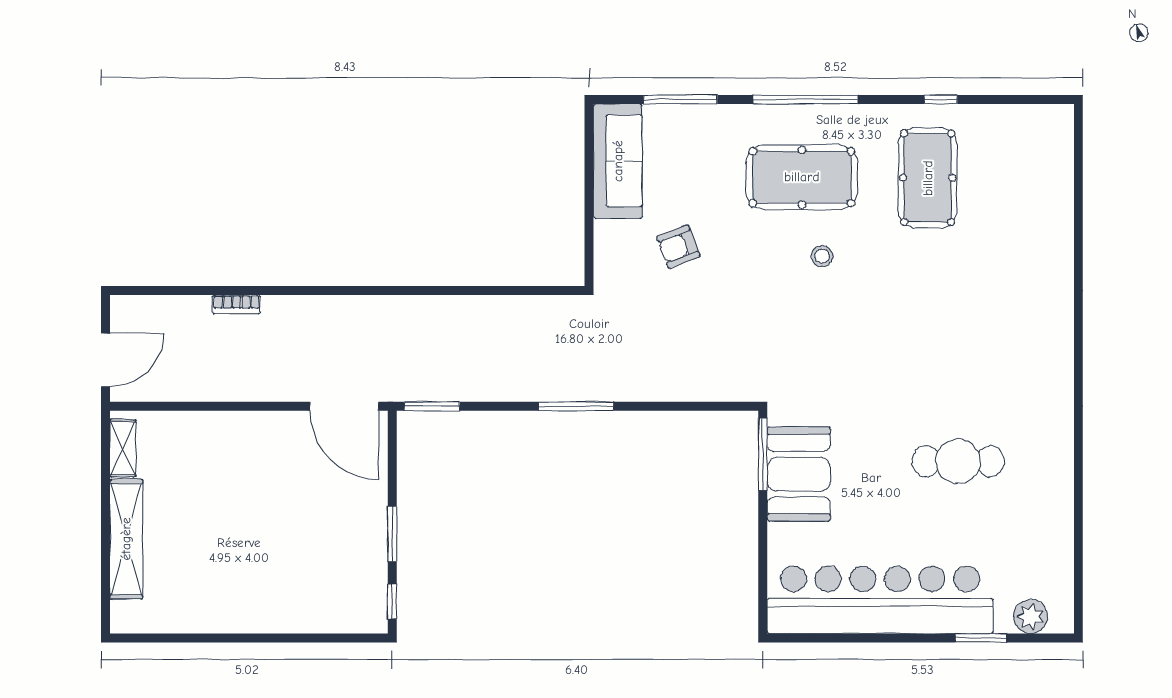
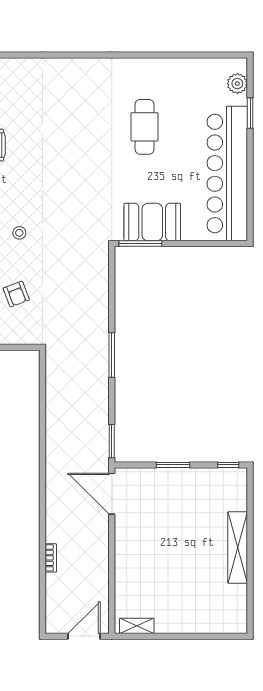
stool: (822, 256) -> (19, 233), moved
door: (106, 360) -> (84, 636), hinge flipped
door: (344, 406) -> (112, 494), swing flipped
window: (392, 534) -> (173, 465), moved
shelving: (126, 539) -> (238, 547), moved, turned 90

